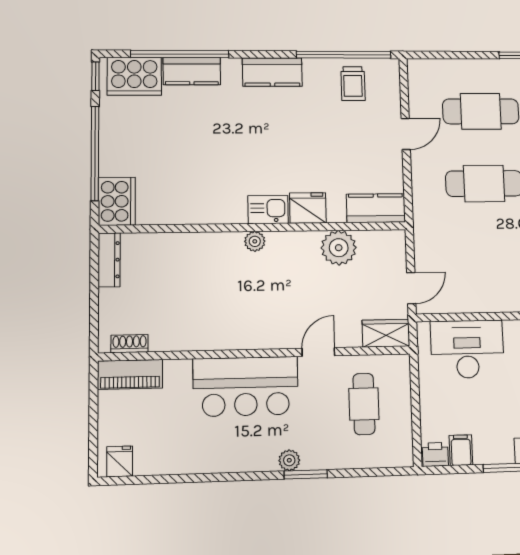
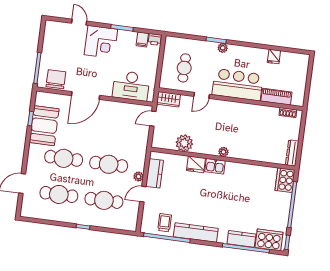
kitchen counter: (272, 72) -> (196, 233), width x1.50
plant: (420, 167) -> (138, 177), added
kitchen counter: (376, 208) -> (155, 173), moved, turned -90
piano: (130, 374) -> (276, 97), moved
fridge: (120, 461) -> (274, 57), moved

